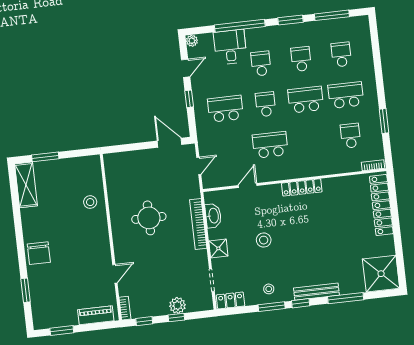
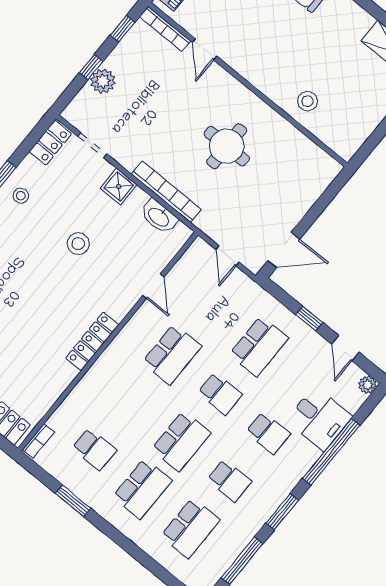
school desk: (341, 54) -> (190, 528), width x1.85
bookcase: (125, 308) -> (165, 29), width x1.56

